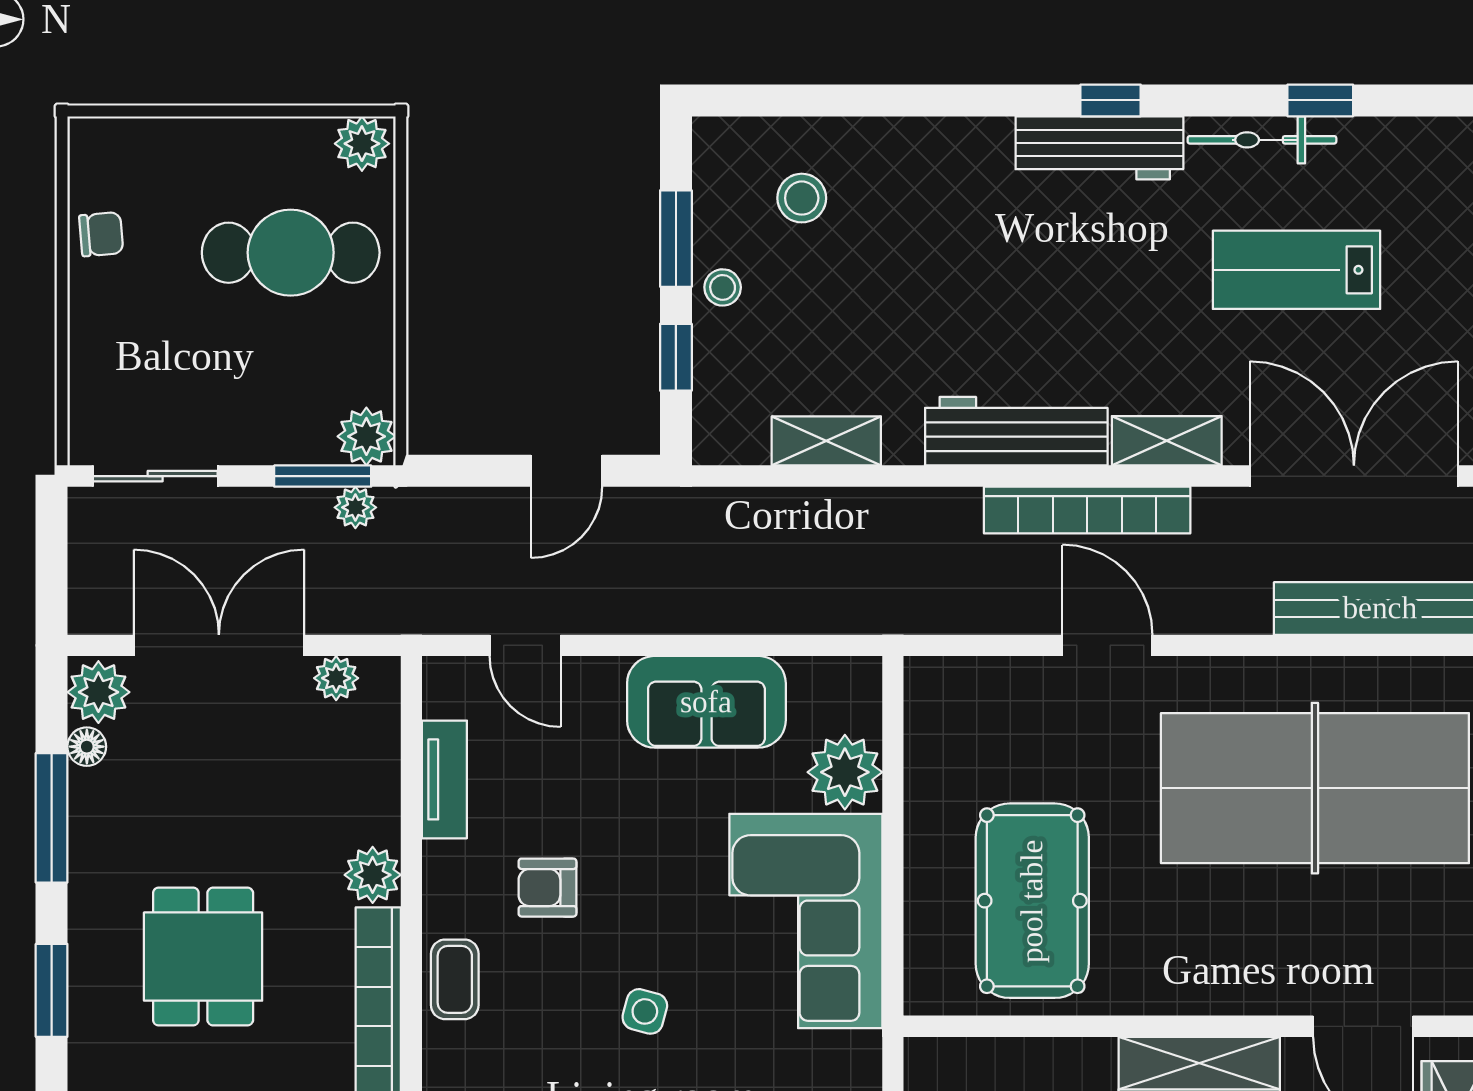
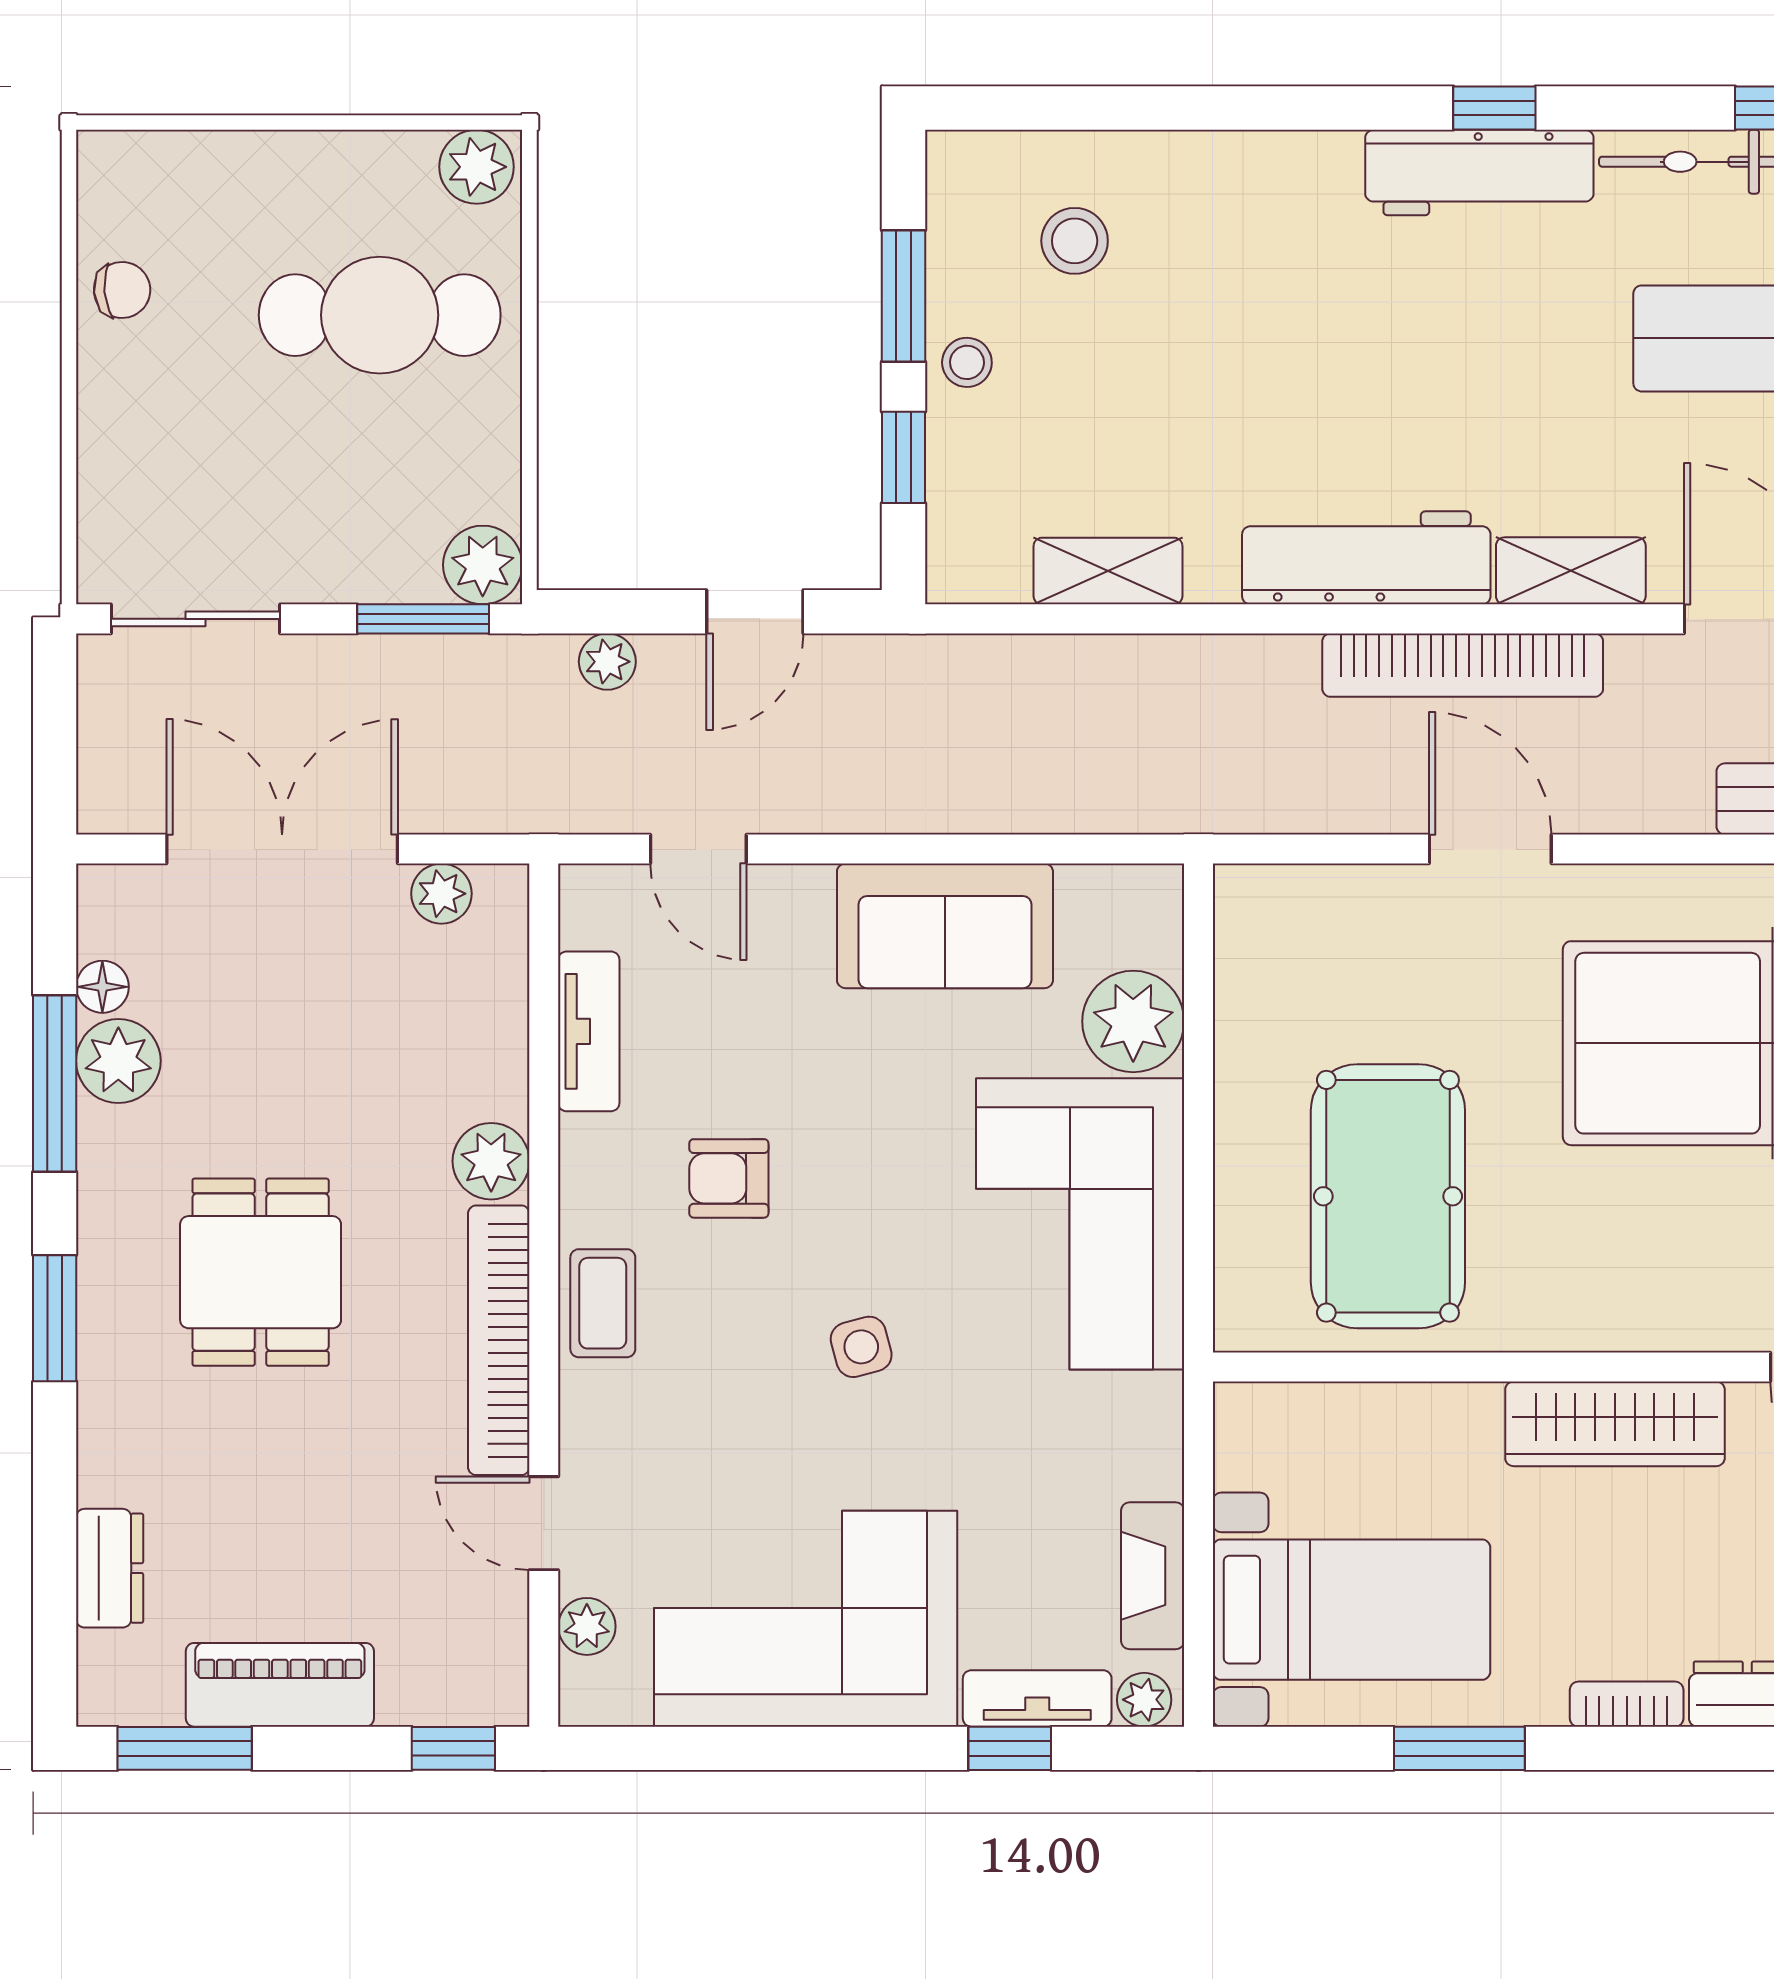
plant: (355, 507) -> (607, 662), moved
plant: (98, 692) -> (118, 1061), moved
side table: (645, 1011) -> (861, 1347), turned -30

